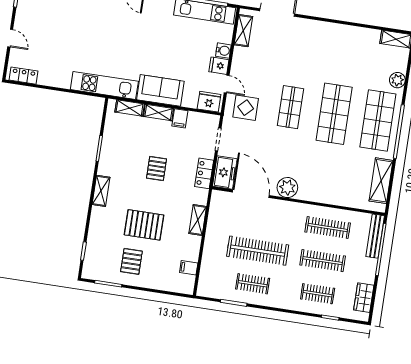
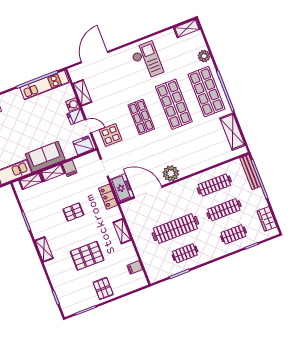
shelving: (243, 31) -> (82, 93), moved
checkout: (332, 49) -> (147, 61), added
pallet: (157, 169) -> (73, 212), turned 90
pallet: (131, 261) -> (103, 288), moved

